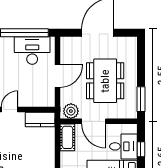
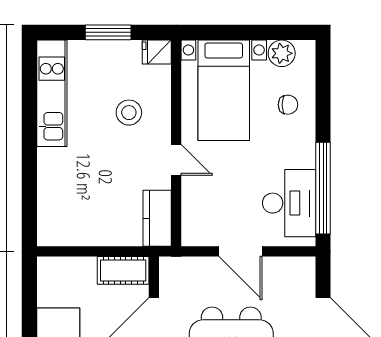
plant: (71, 111) -> (173, 277), removed

